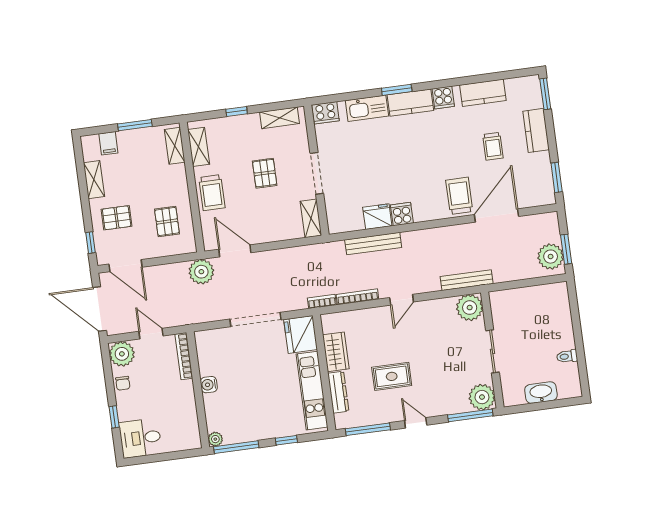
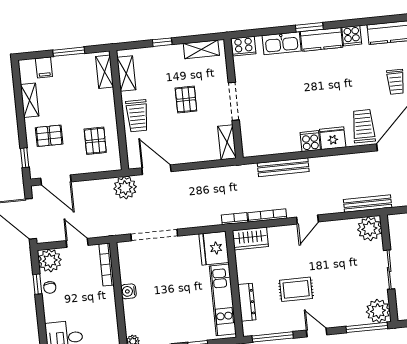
fridge: (377, 217) -> (333, 138), moved
doorway: (256, 319) -> (154, 235), moved
wardrobe: (336, 352) -> (250, 239), moved, turned 90
window: (114, 417) -> (37, 284), moved

